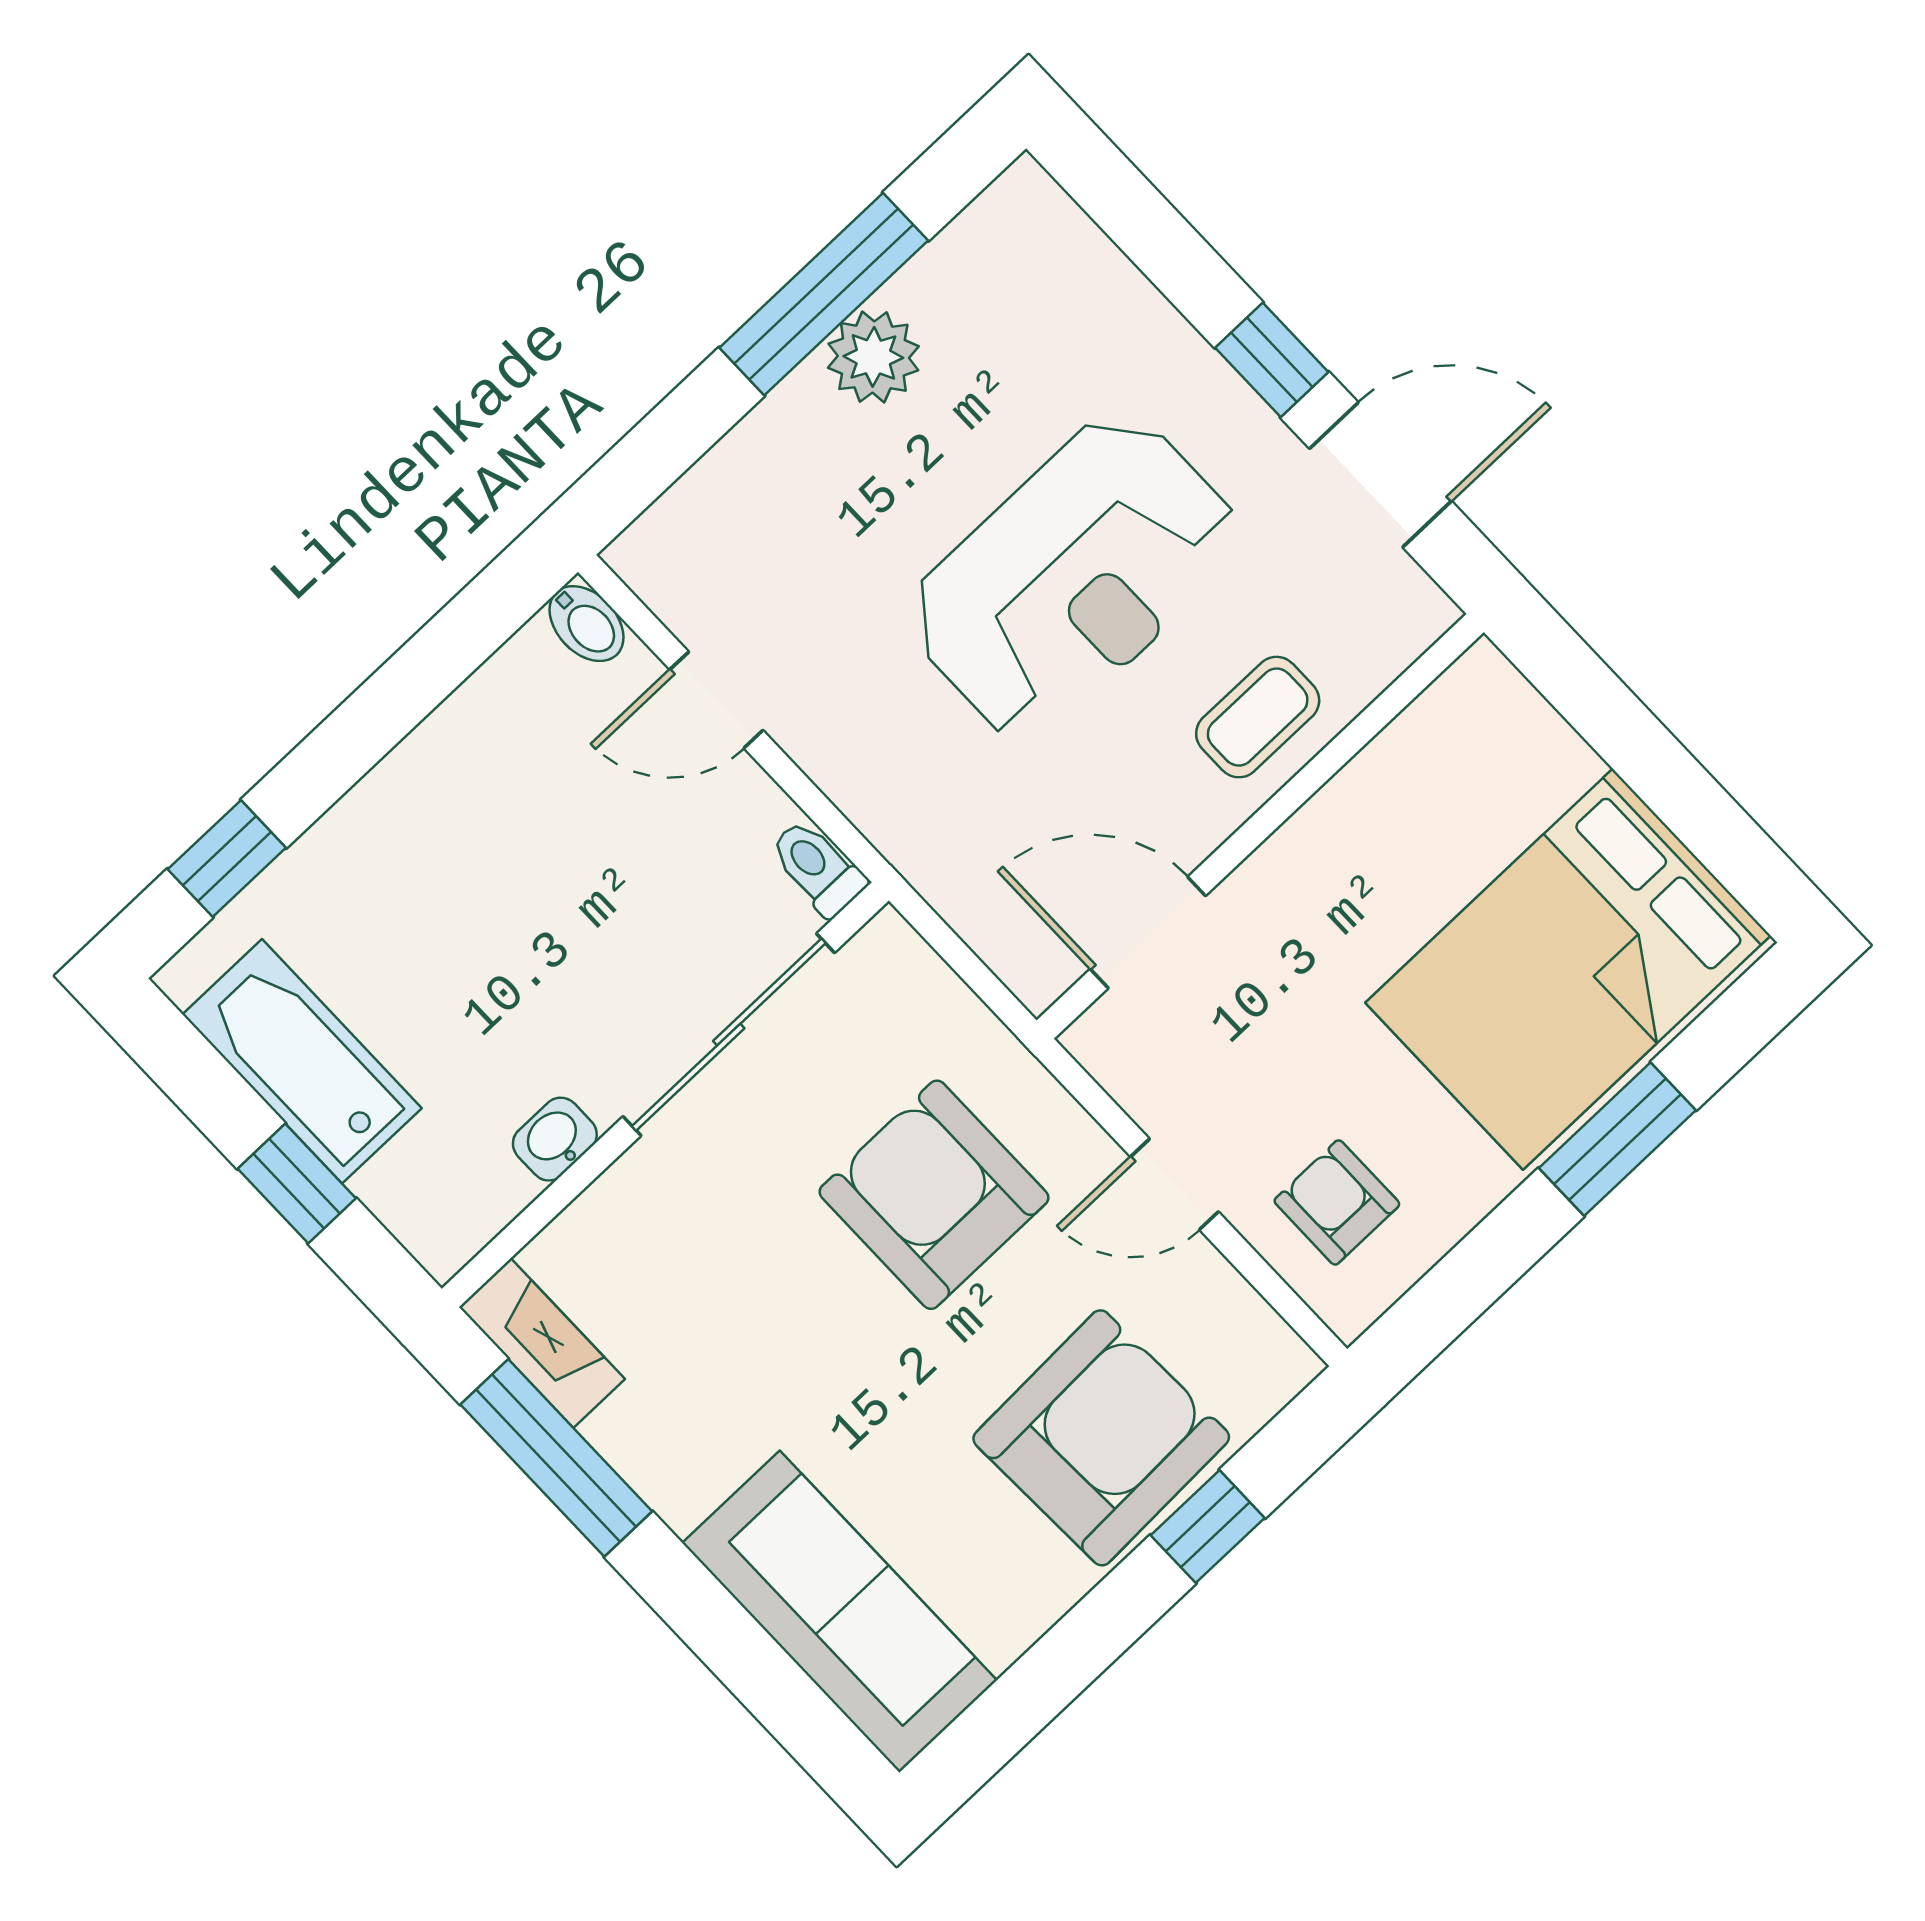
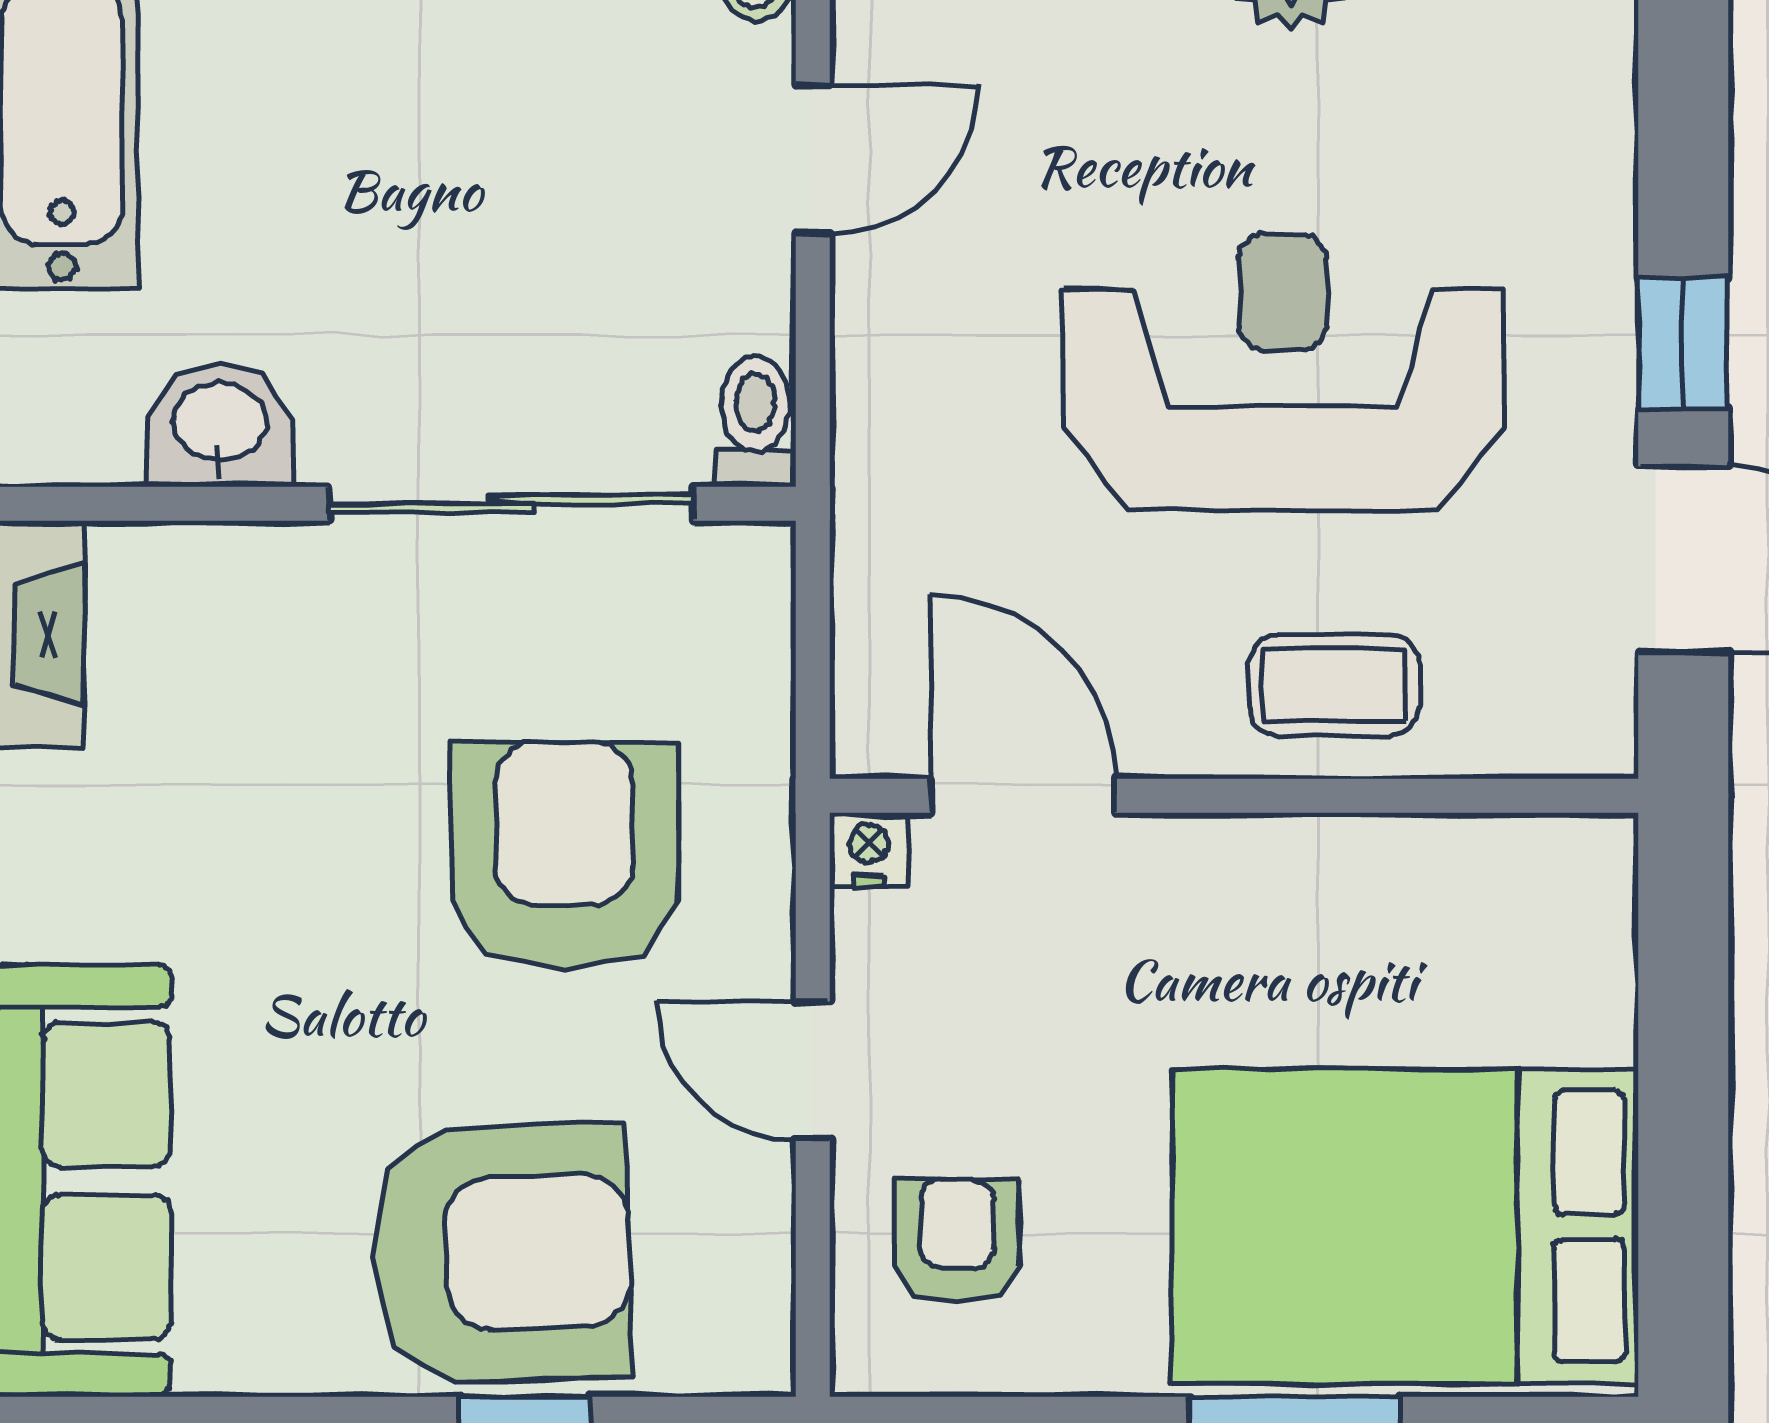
reception desk: (1073, 577) -> (1283, 373), turned 180
door: (716, 700) -> (813, 160), swing flipped
nightstand: (1093, 1039) -> (869, 850), added
washbasin: (555, 1139) -> (220, 425), width x1.38, depth x1.45

